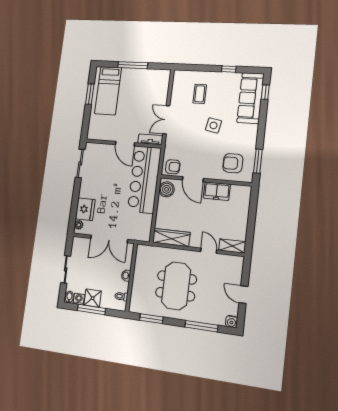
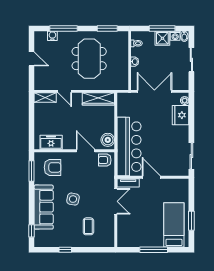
sofa: (251, 98) -> (44, 207), moved
freezer: (217, 191) -> (51, 142), moved
water cooler: (232, 322) -> (52, 36), moved

